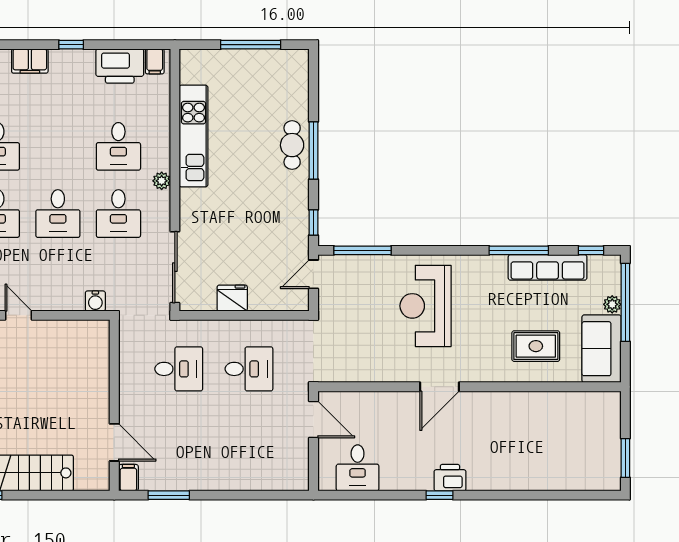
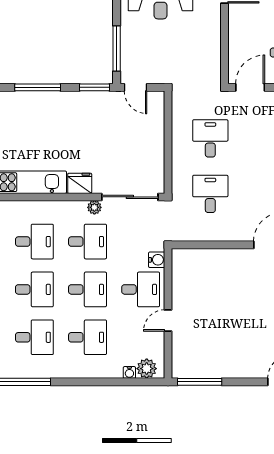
cafe table: (292, 145) -> (33, 104), removed
desk: (58, 146) -> (34, 289), added
plant: (162, 181) -> (94, 207), moved
window: (313, 222) -> (95, 87), width x1.50
desk: (58, 281) -> (141, 289), added
fridge: (232, 298) -> (80, 183), moved, turned 90

